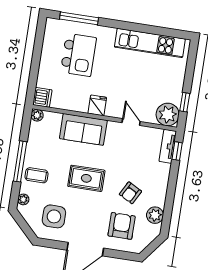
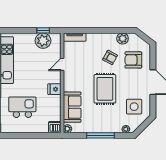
plant: (168, 114) -> (43, 41), moved
sofa: (83, 129) -> (72, 107), moved
window: (177, 151) -> (77, 30), removed
coffee table: (37, 175) -> (108, 123), removed
rug: (86, 178) -> (105, 89), width x1.36, depth x1.43

